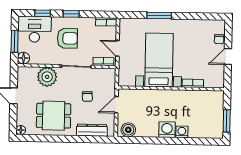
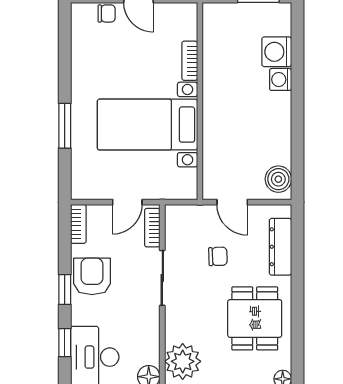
armchair: (67, 38) -> (92, 276), moved
plant: (47, 77) -> (183, 361), moved
washing machine: (167, 130) -> (277, 52), moved

